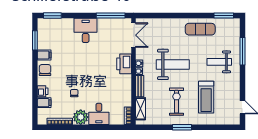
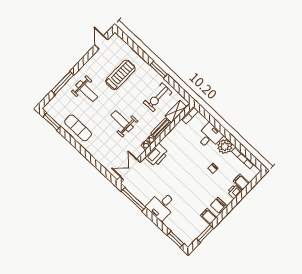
weight bench: (173, 64) -> (122, 121), width x0.73, depth x0.75
exercise bike: (176, 102) -> (158, 97), moved

